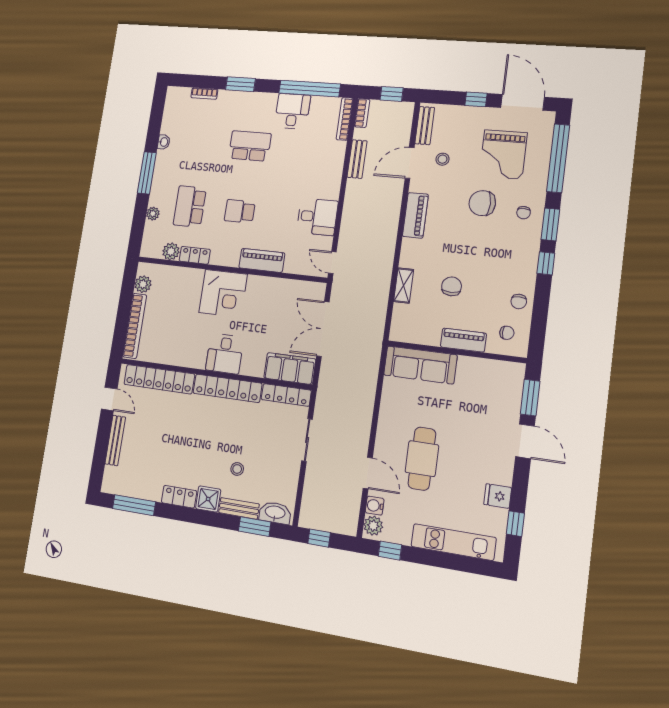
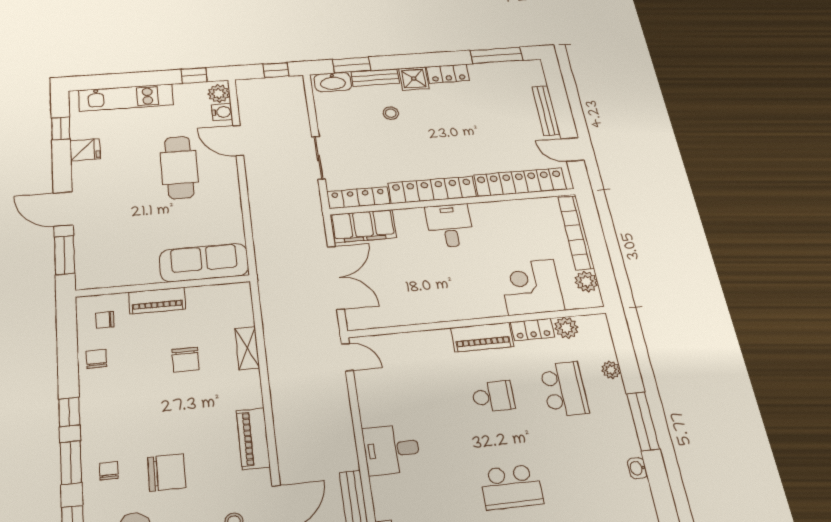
desk: (317, 217) -> (391, 449), moved
piano: (262, 260) -> (482, 337), moved
corner desk: (223, 293) -> (531, 287), moved

